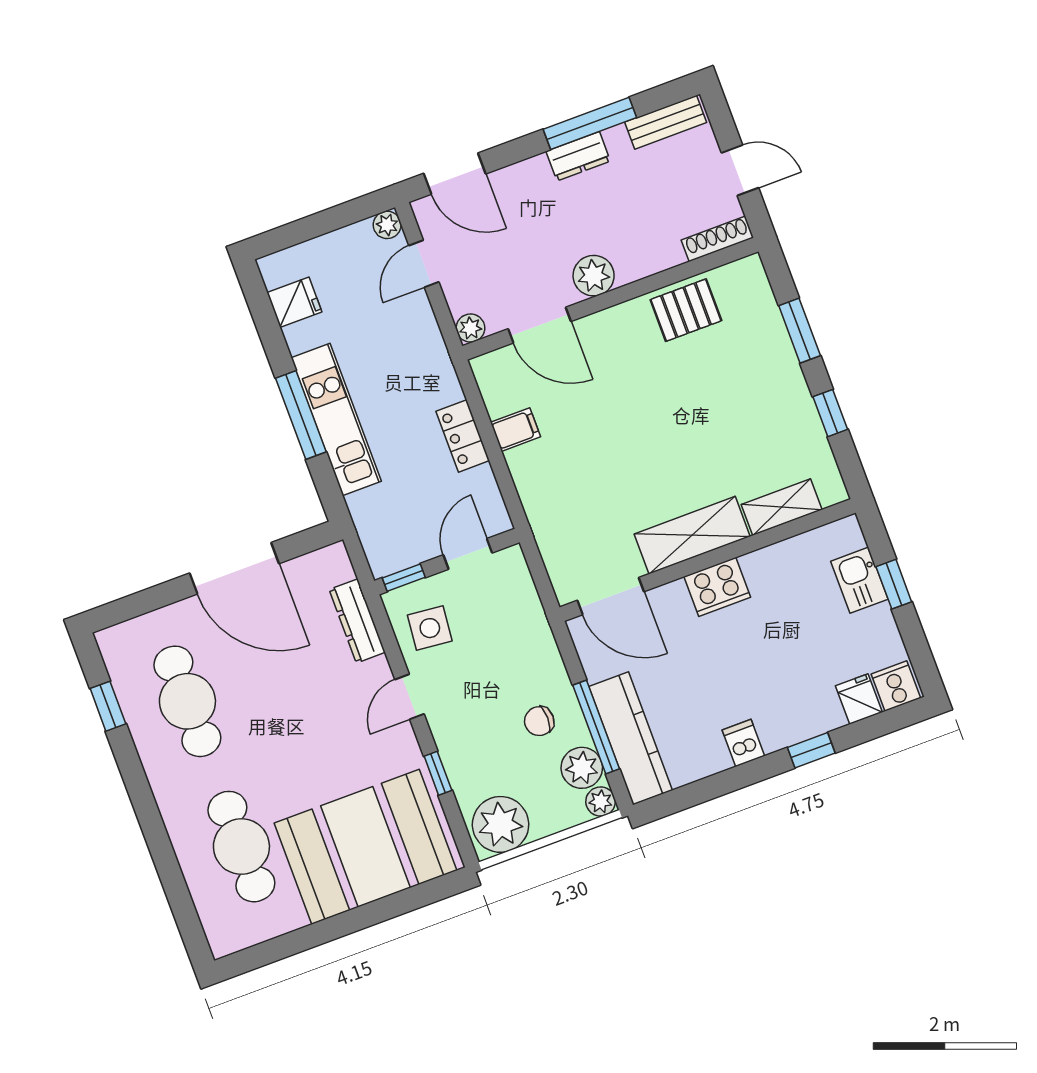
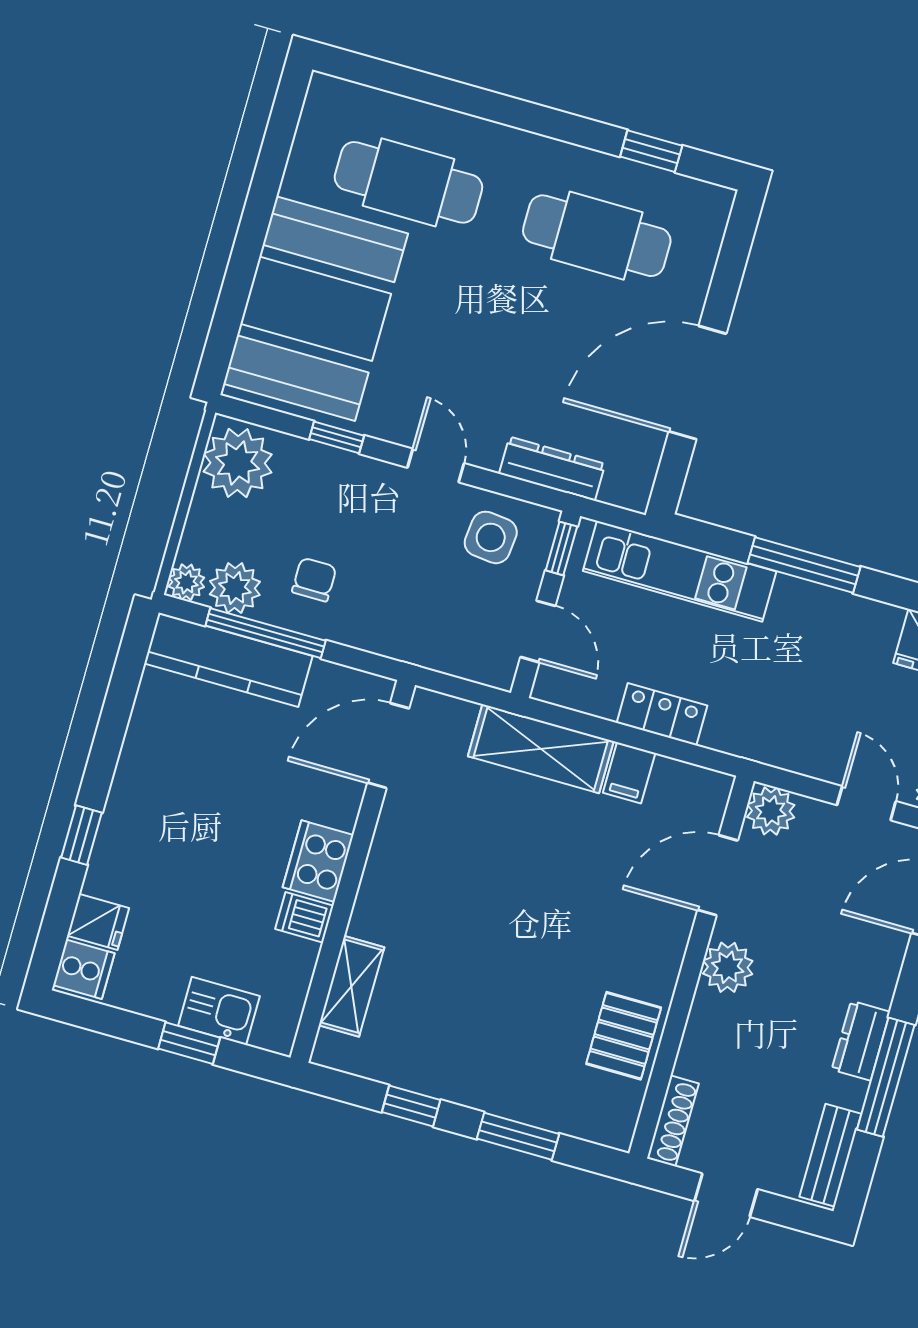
plant: (471, 328) -> (771, 811), width x1.38, depth x1.38
kitchen unit: (336, 419) -> (680, 571), moved
shelving: (692, 535) -> (541, 749), moved, turned 90
dishwasher: (743, 743) -> (304, 917), moved, turned 180

